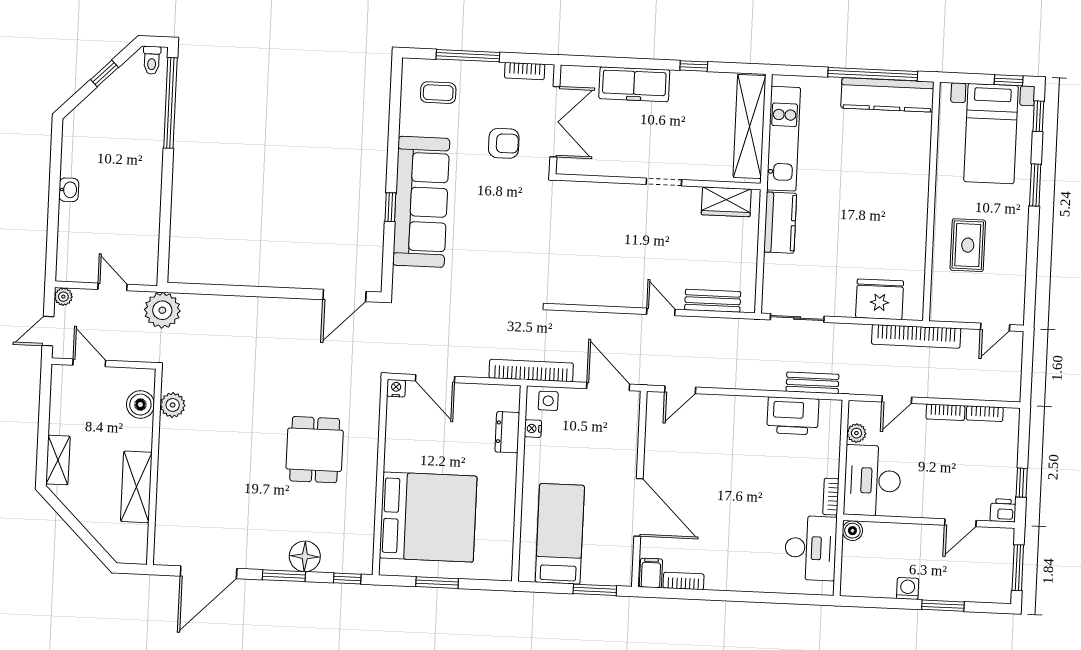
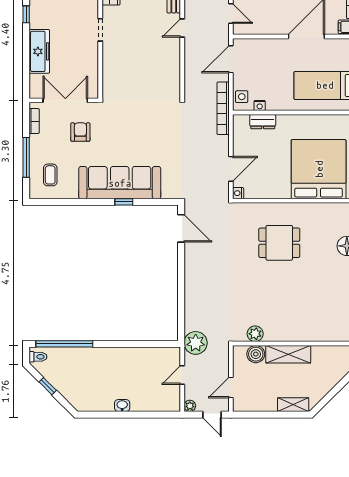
shelving: (136, 487) -> (288, 354), moved

